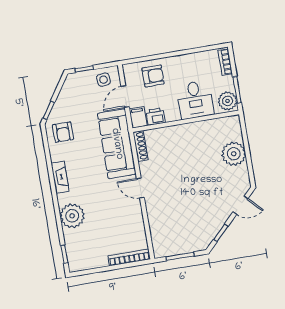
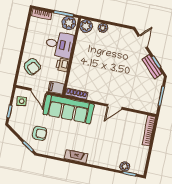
armchair: (153, 76) -> (32, 67), turned 130
printer: (156, 117) -> (63, 65), moved
plant: (232, 124) -> (86, 26), added
armchair: (63, 132) -> (40, 133), moved
plant: (234, 154) -> (103, 28), width x0.53, depth x0.53
door: (140, 188) -> (115, 107), moved
plant: (72, 216) -> (125, 167), moved, width x0.53, depth x0.53
bench: (213, 229) -> (152, 66), added

